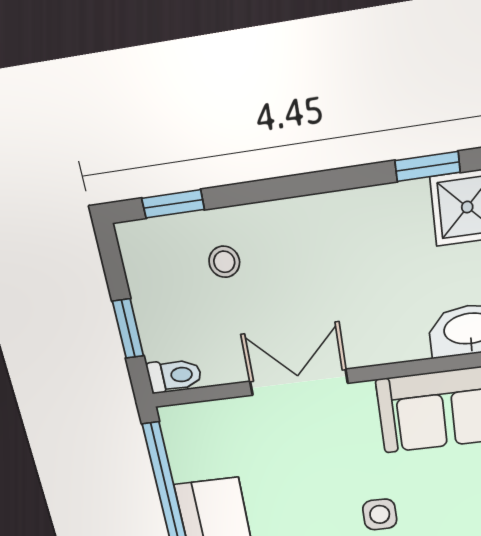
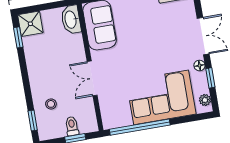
toilet: (174, 375) -> (72, 126), moved
side table: (380, 514) -> (142, 47), removed

